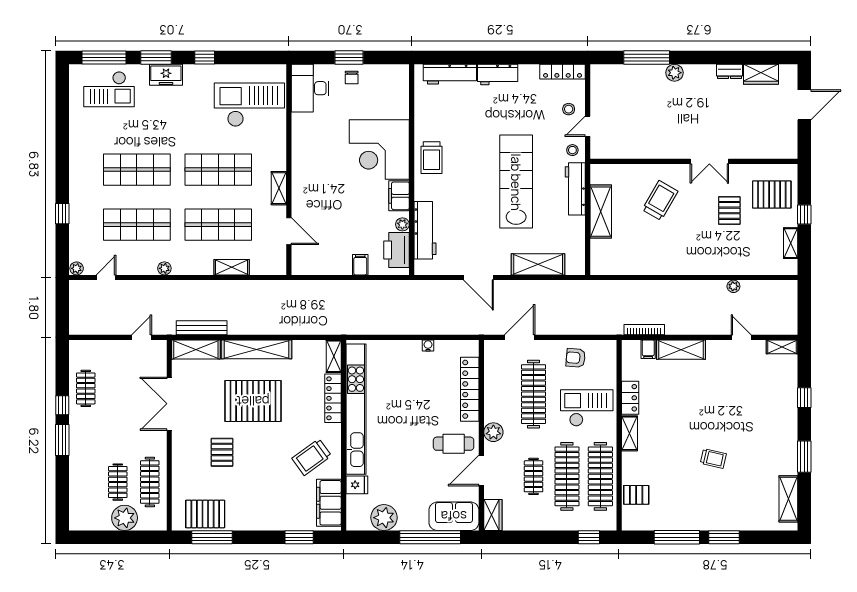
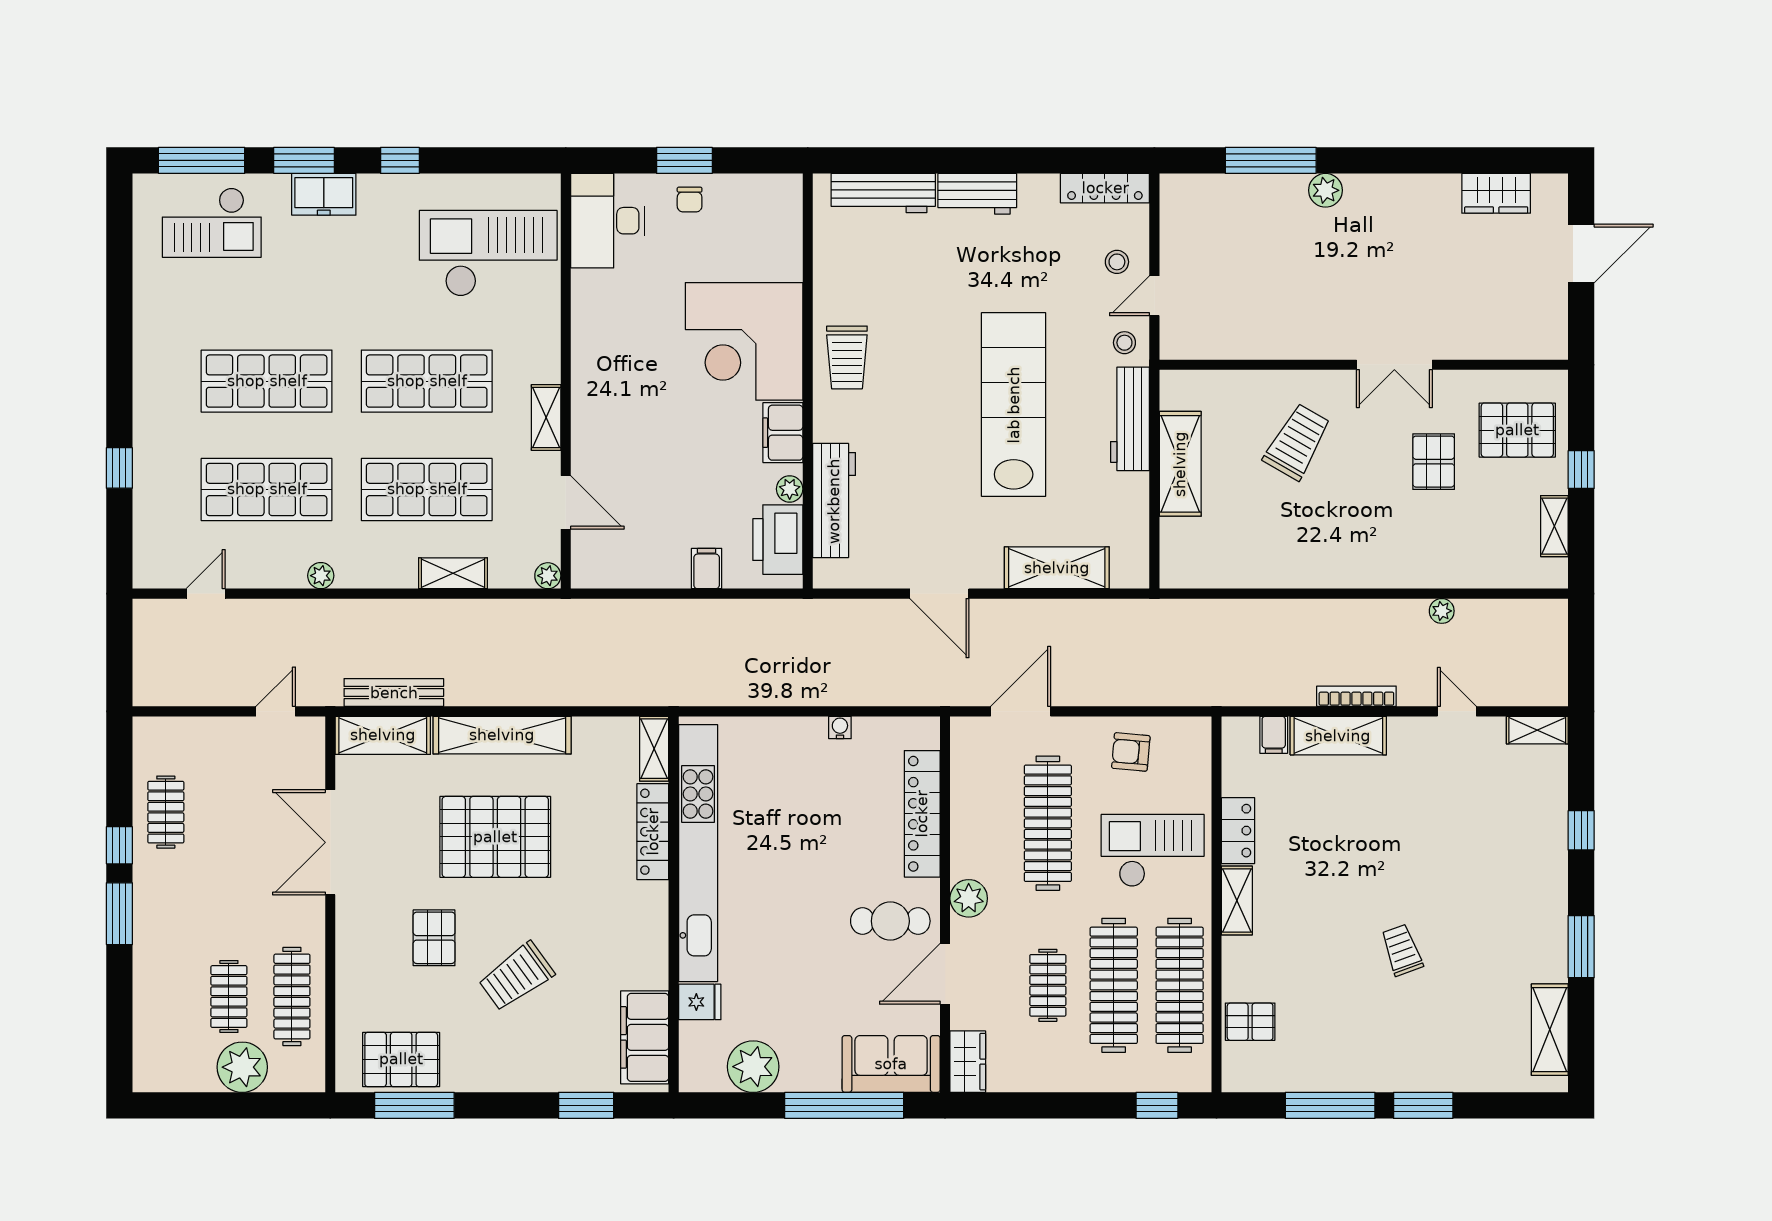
dresser: (729, 71) -> (1434, 188), removed
plant: (77, 268) -> (548, 576), moved
bookcase: (644, 330) -> (1356, 696), moved
trolley: (312, 457) -> (516, 976), moved
trolley: (713, 458) -> (1402, 950), turned -123

